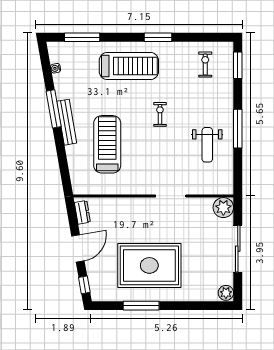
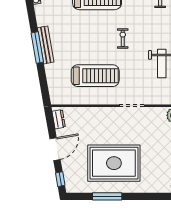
window: (54, 109) -> (37, 47), moved
treadmill: (107, 144) -> (95, 76), moved, turned 90

